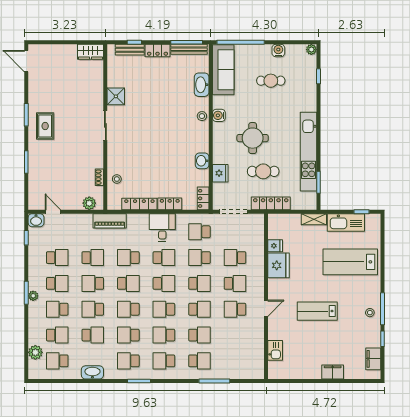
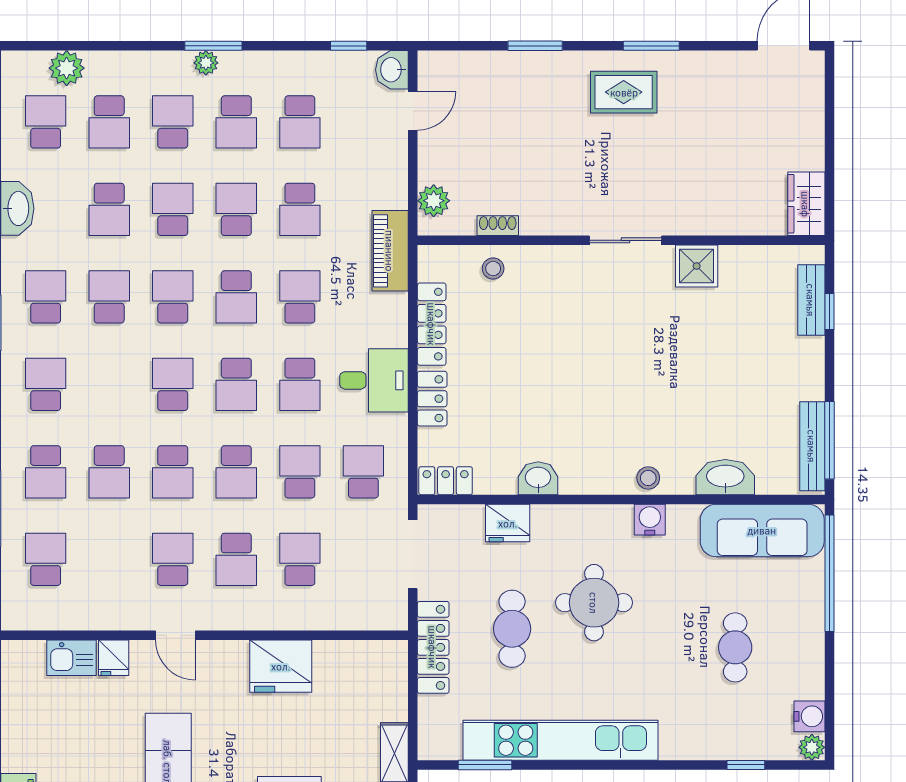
locker: (157, 51) -> (809, 369), removed
water cooler: (278, 51) -> (809, 716), moved
fridge: (275, 246) -> (114, 658), moved
school desk: (164, 335) -> (46, 559), moved

